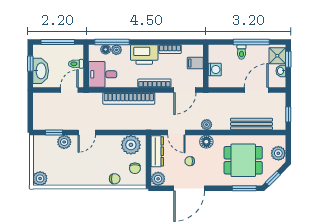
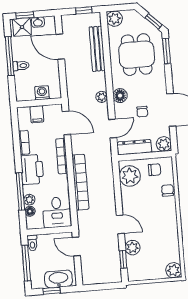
window: (112, 42) -> (20, 191), moved
toilet: (76, 64) -> (32, 243), moved
plant: (278, 153) -> (114, 19), moved

